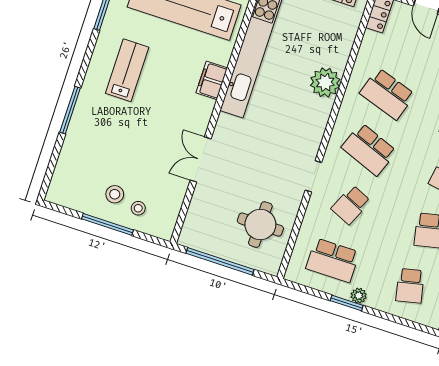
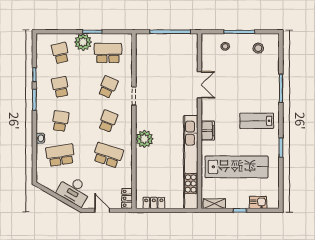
lab bench: (127, 70) -> (257, 121), turned 90
plant: (325, 82) -> (144, 139), moved
school desk: (369, 149) -> (108, 121), width x0.54
stool: (115, 194) -> (258, 48), moved
round table: (260, 225) -> (154, 60), removed
plant: (359, 296) -> (83, 42), width x1.87, depth x1.87

